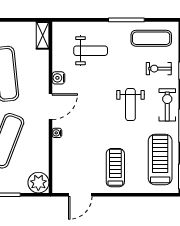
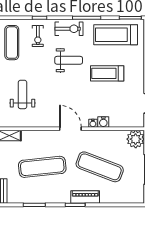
water cooler: (58, 78) -> (103, 122), moved
exercise bike: (167, 105) -> (69, 29), turned 180
treadmill: (115, 168) -> (107, 73), moved

